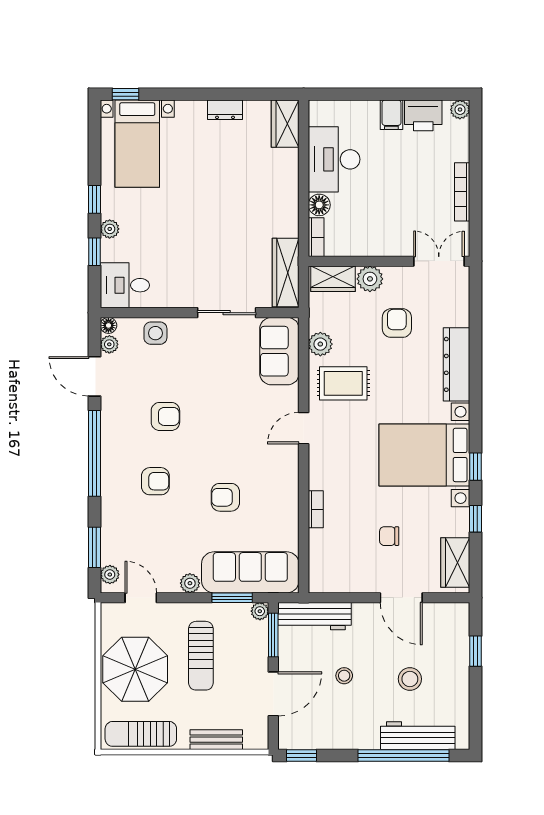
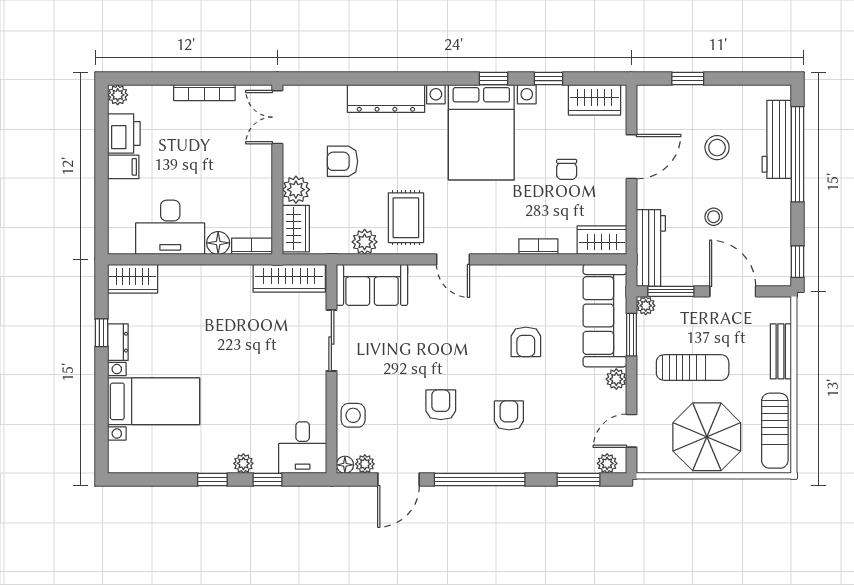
window: (126, 94) -> (102, 333), moved
bed with nightstands: (137, 144) -> (154, 401), moved
wardrobe: (322, 570) -> (602, 240), added

